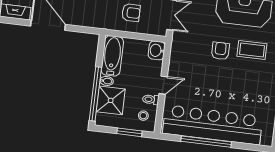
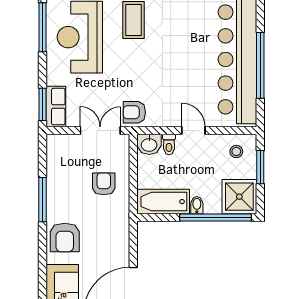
armchair: (220, 51) -> (134, 112), moved
toilet: (151, 99) -> (169, 145), moved
shower: (111, 100) -> (239, 197), moved

